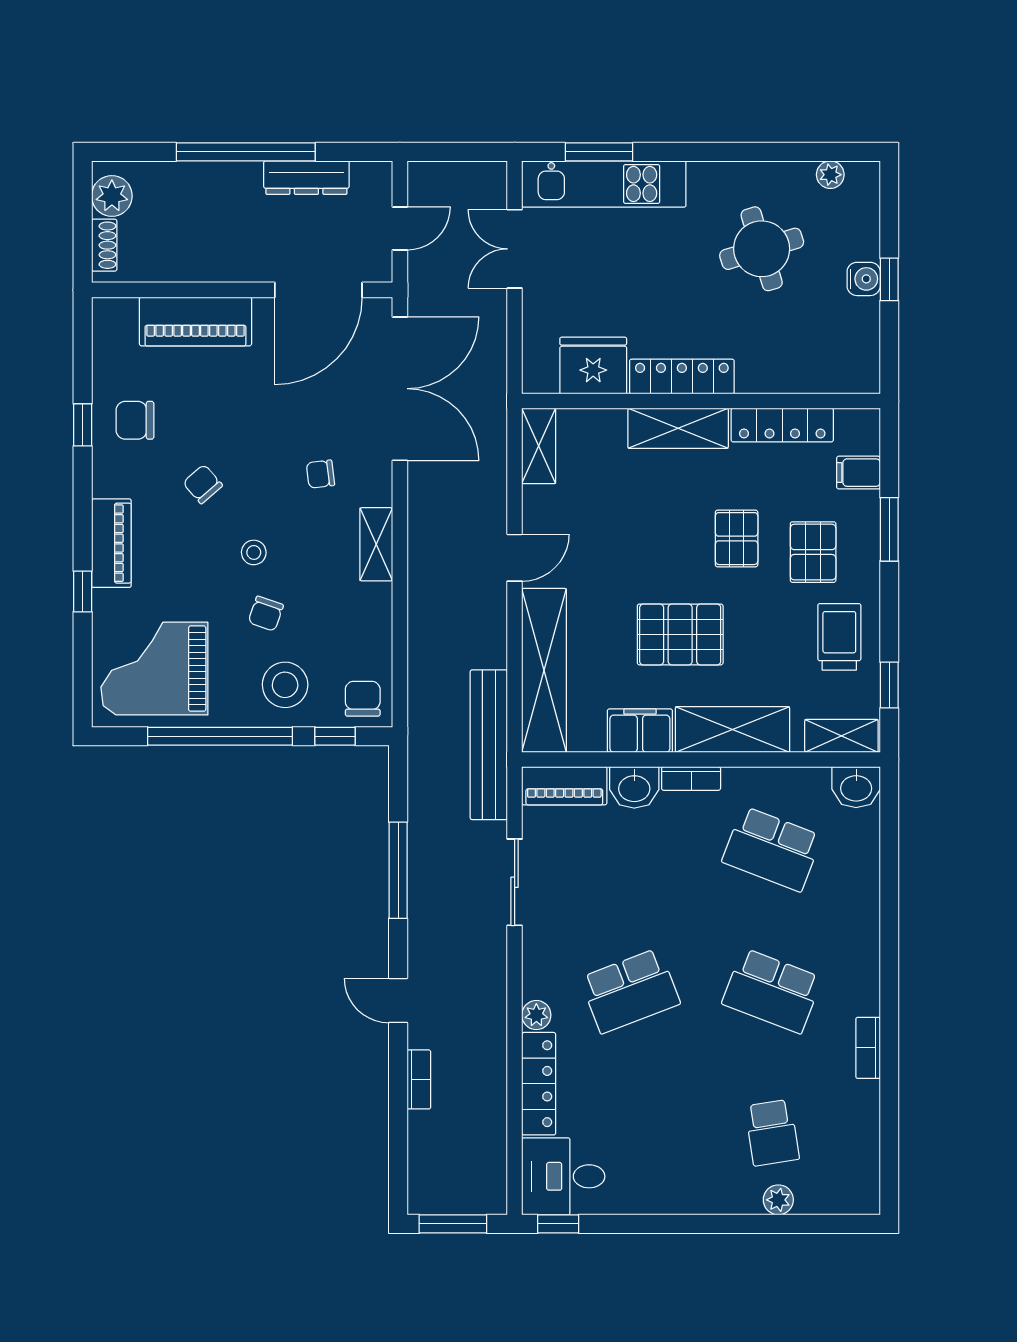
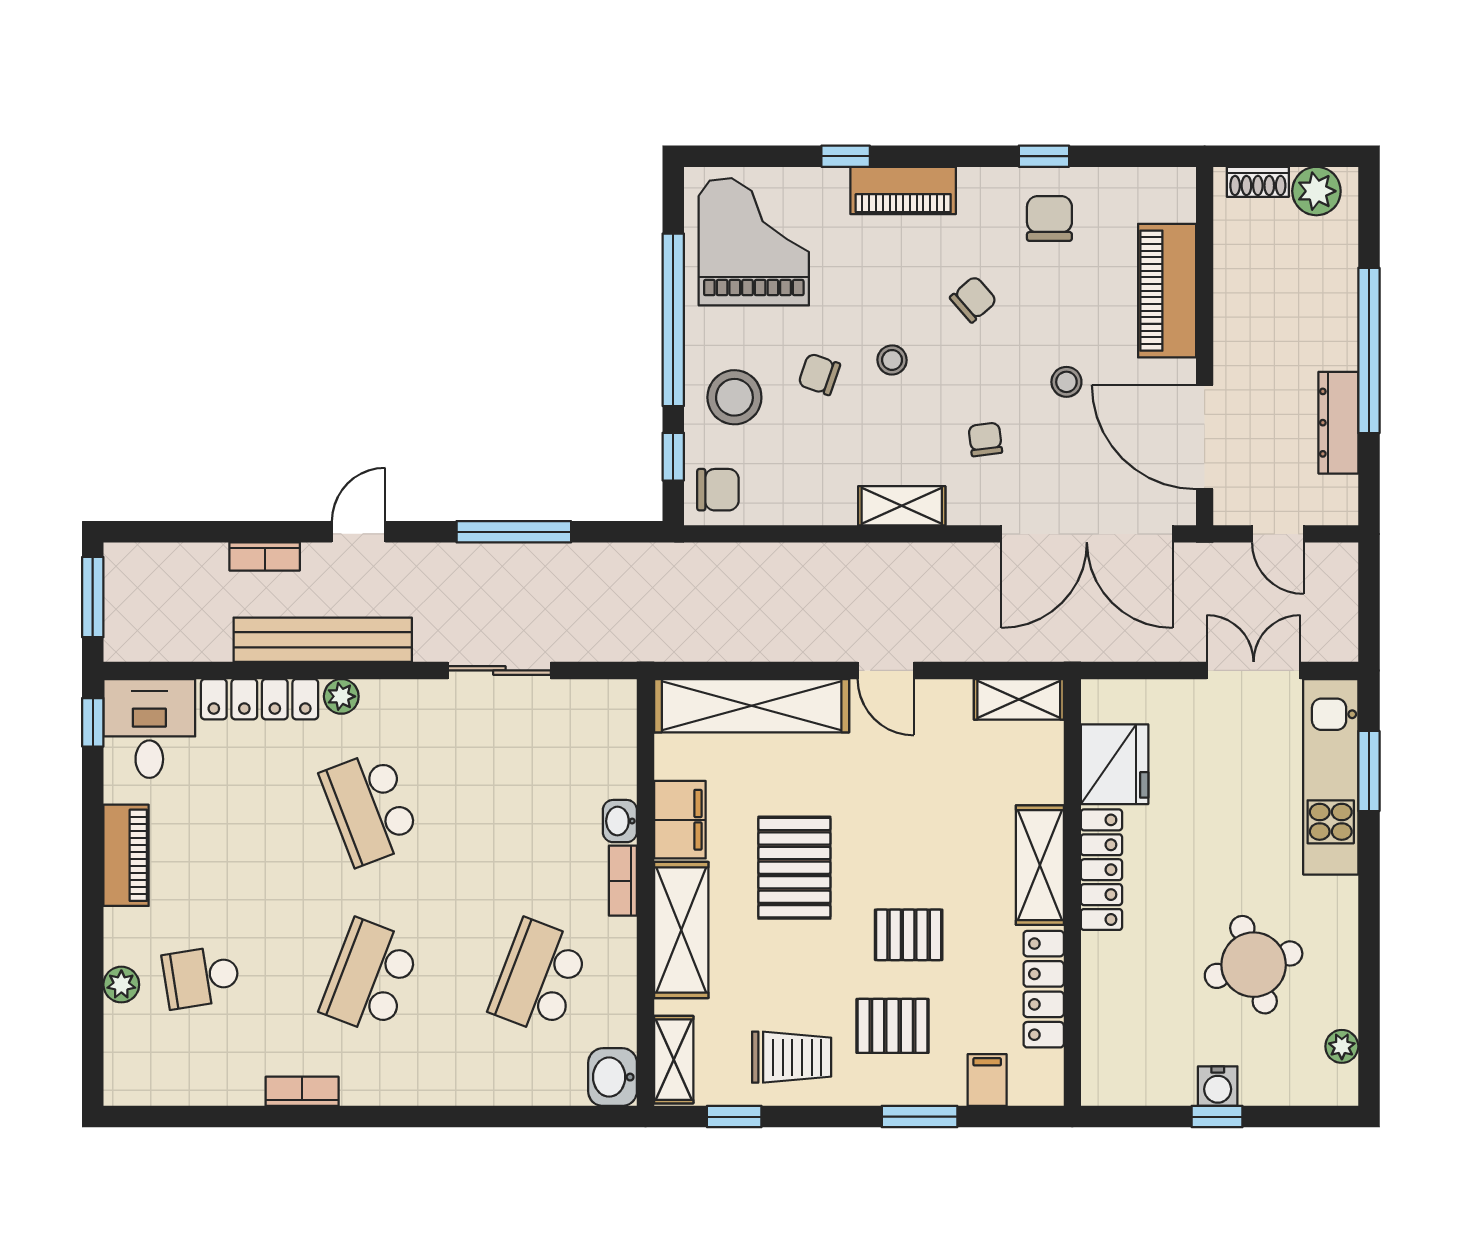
stool: (272, 406) -> (1066, 382), added
bench: (489, 745) -> (323, 640), moved
piano: (564, 786) -> (126, 855), moved, turned 180
washbasin: (634, 787) -> (620, 821), width x0.72, depth x0.69

